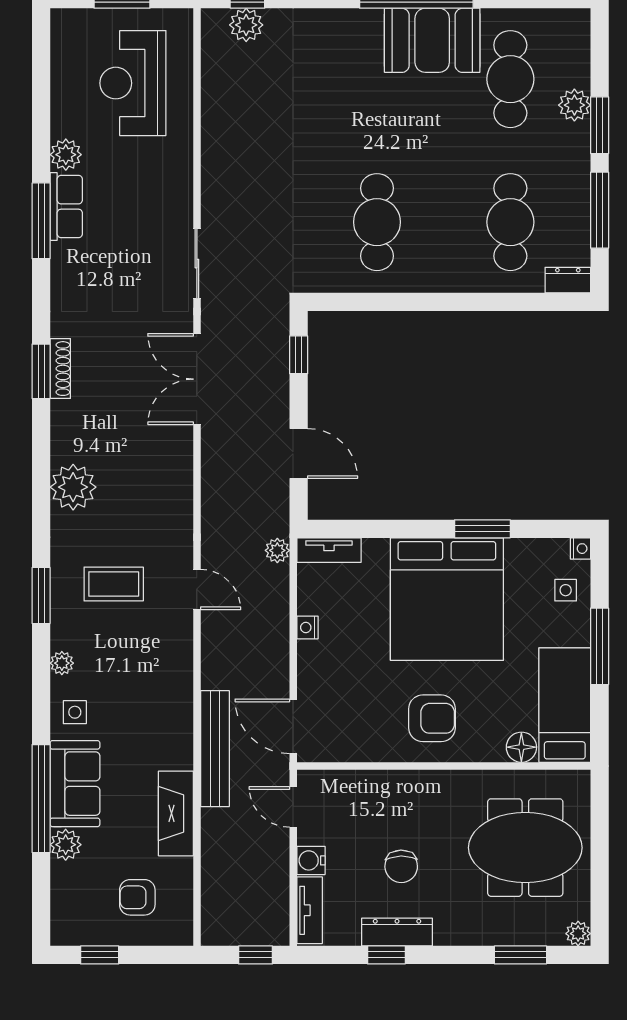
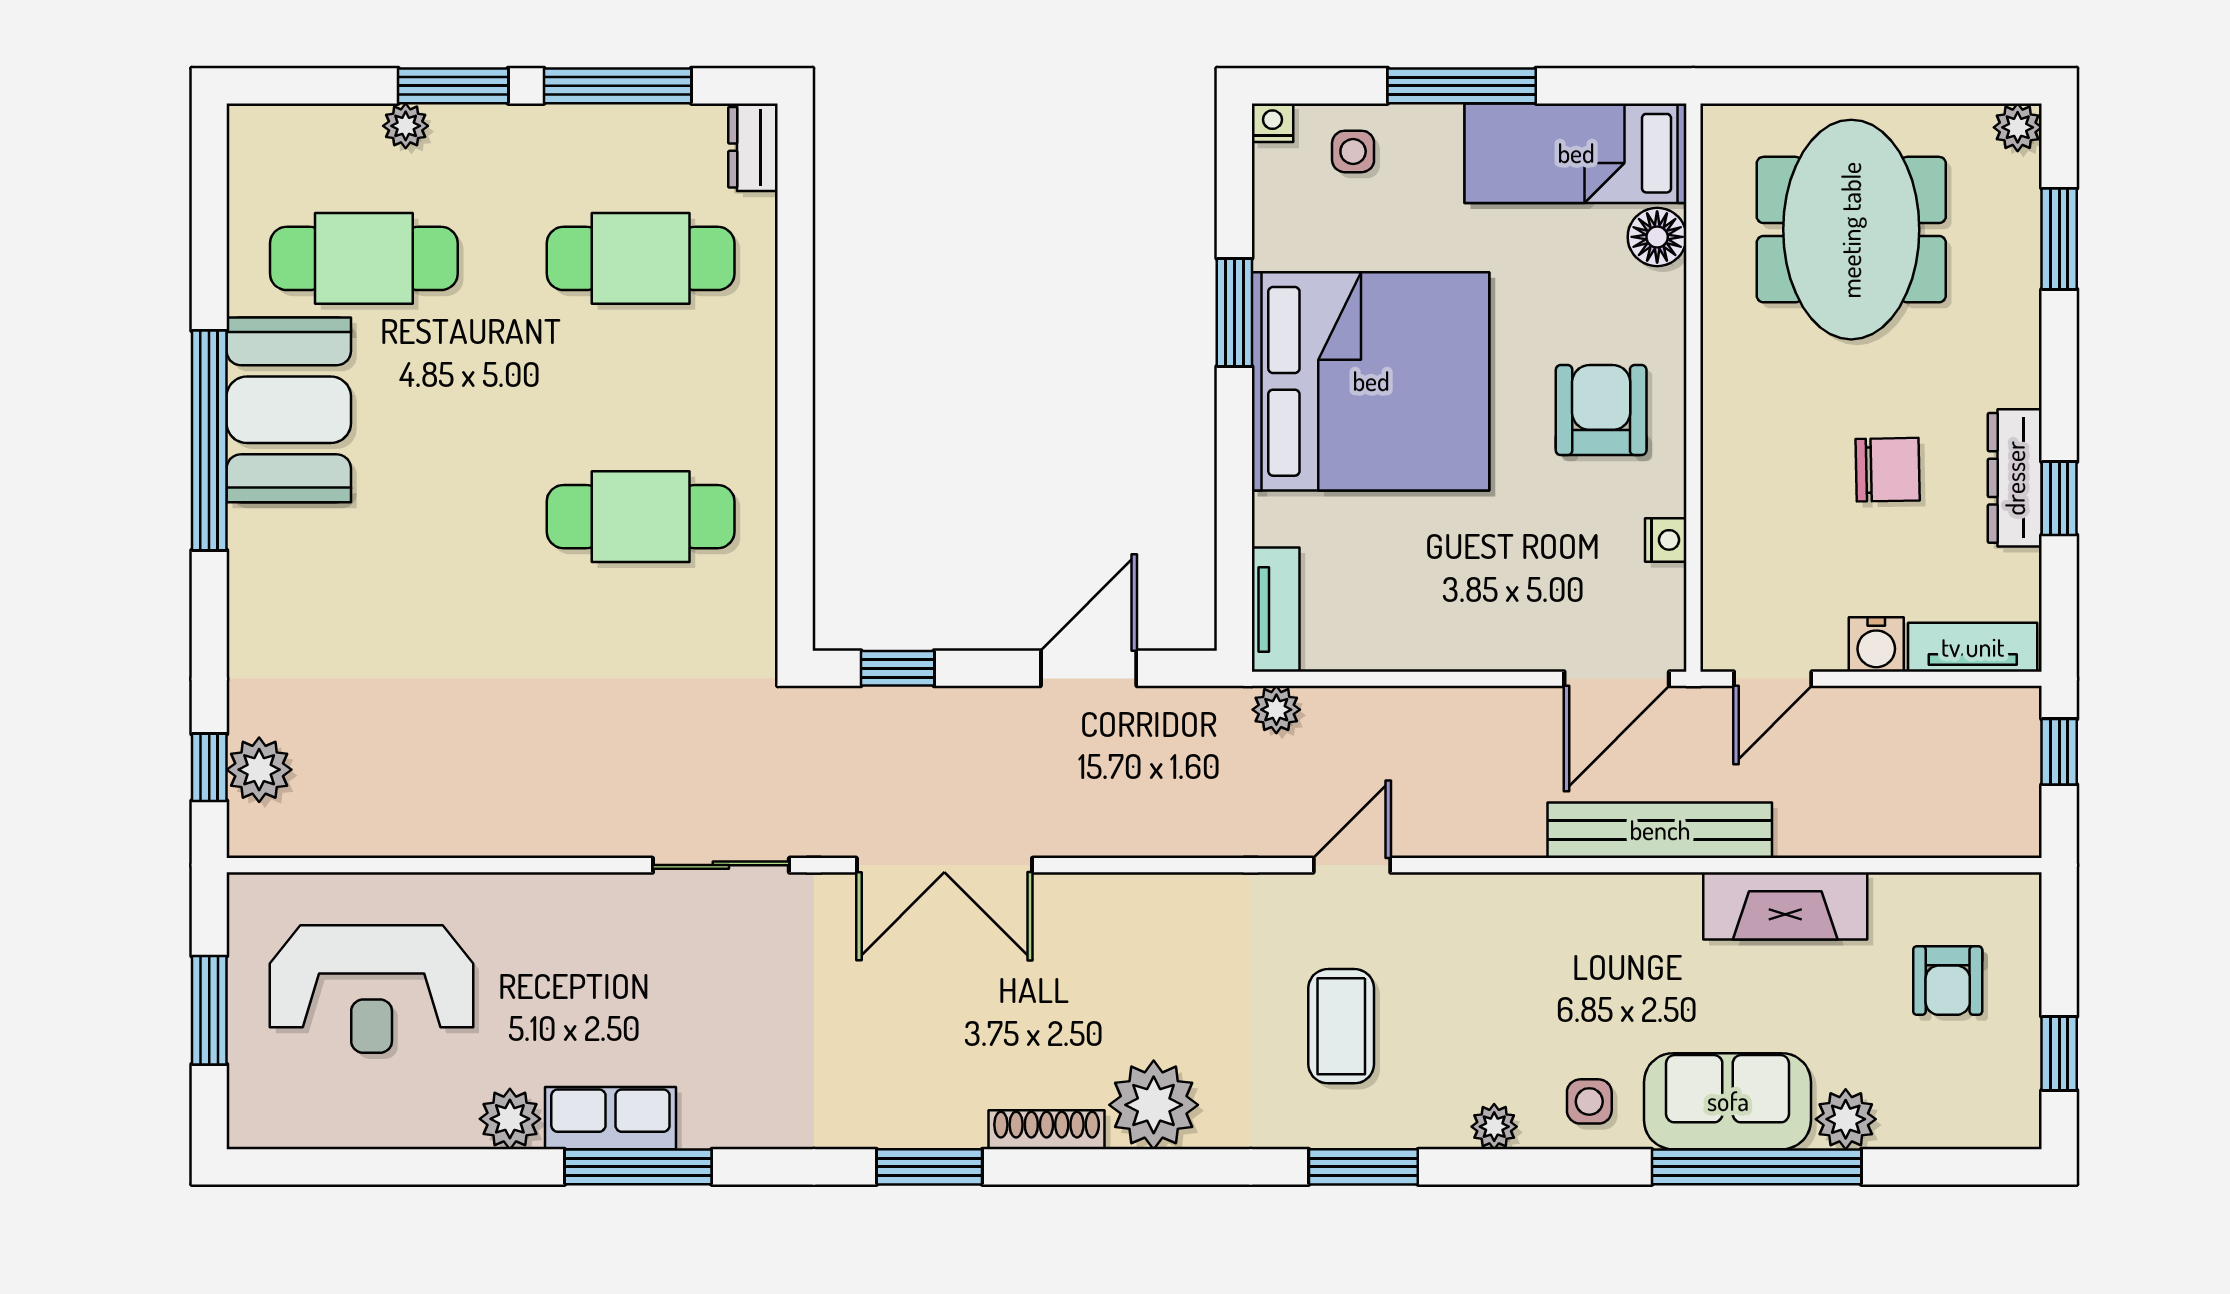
plant: (574, 105) -> (406, 126), width x0.73, depth x0.73
shoe rack: (60, 369) -> (1047, 1130), moved
nightstand: (307, 628) -> (1666, 540), moved, turned -90

